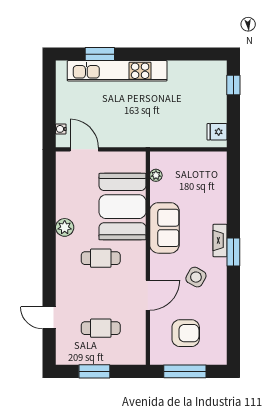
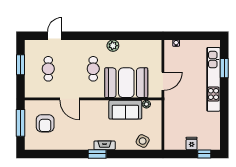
fridge: (217, 132) -> (192, 143), moved
door: (84, 149) -> (163, 81), moved
sofa: (164, 228) -> (125, 110), moved
side table: (196, 277) -> (143, 141), moved

